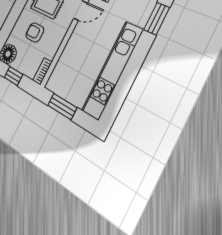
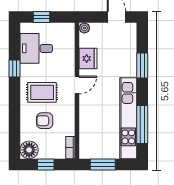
window: (124, 85) -> (142, 124), added

